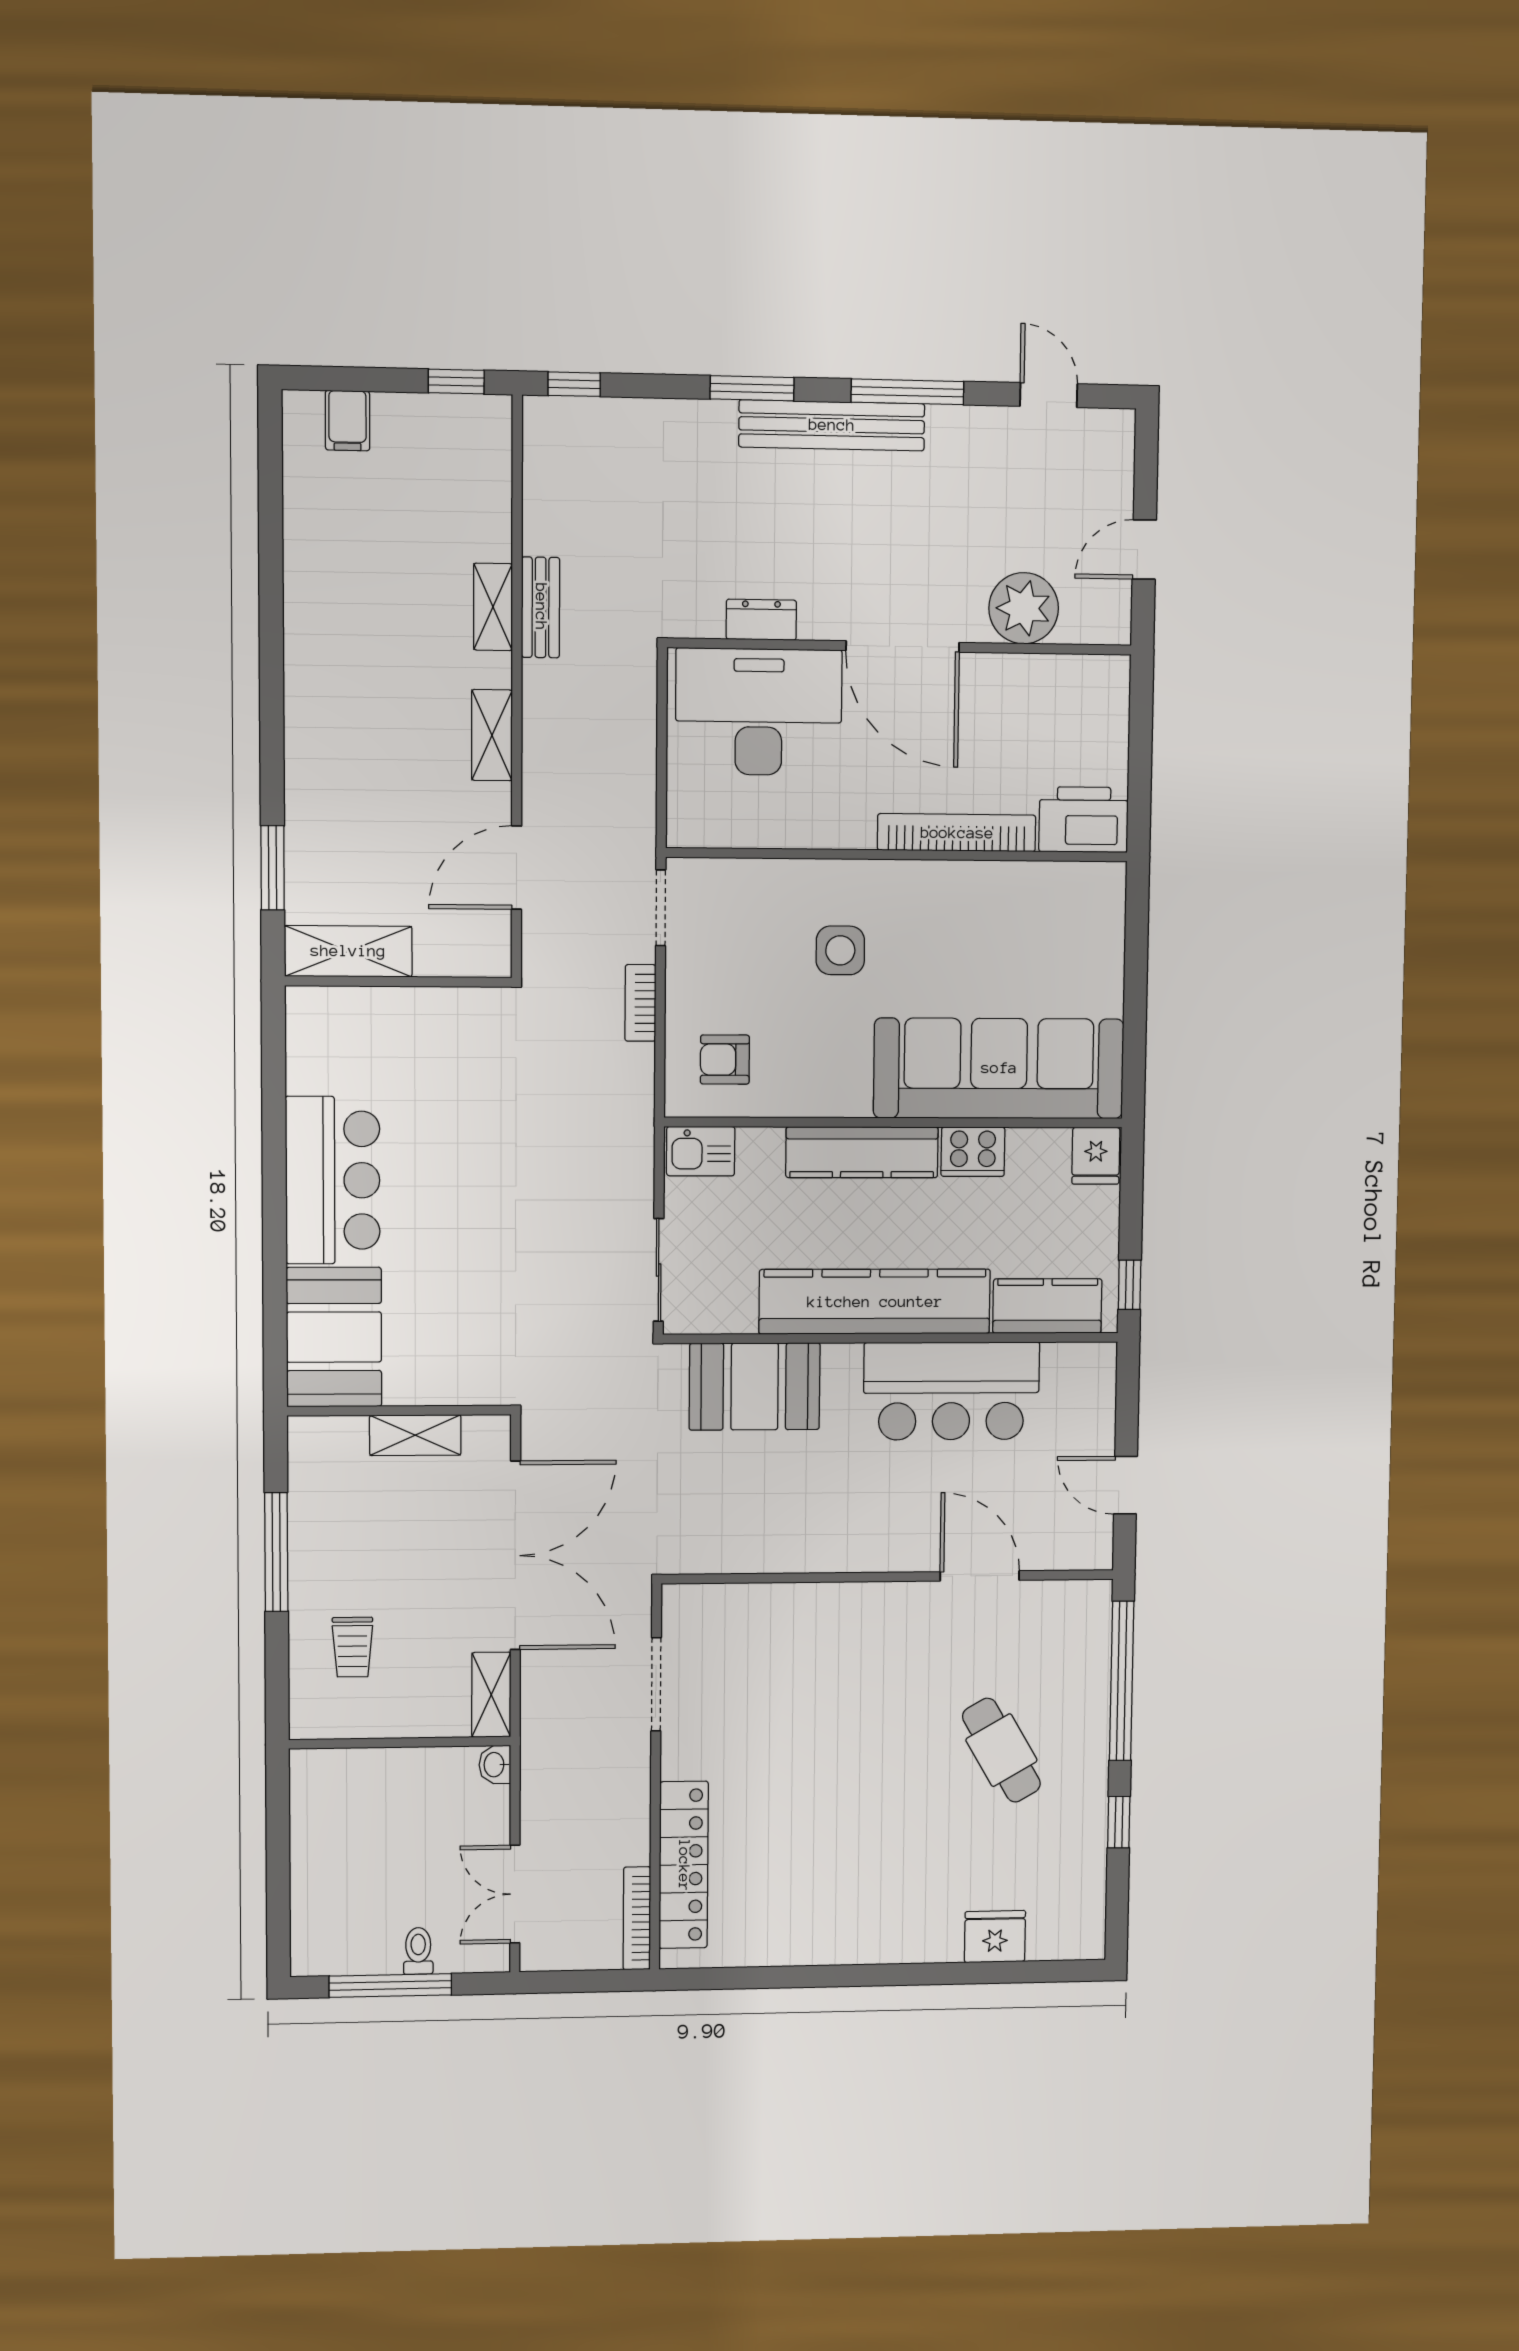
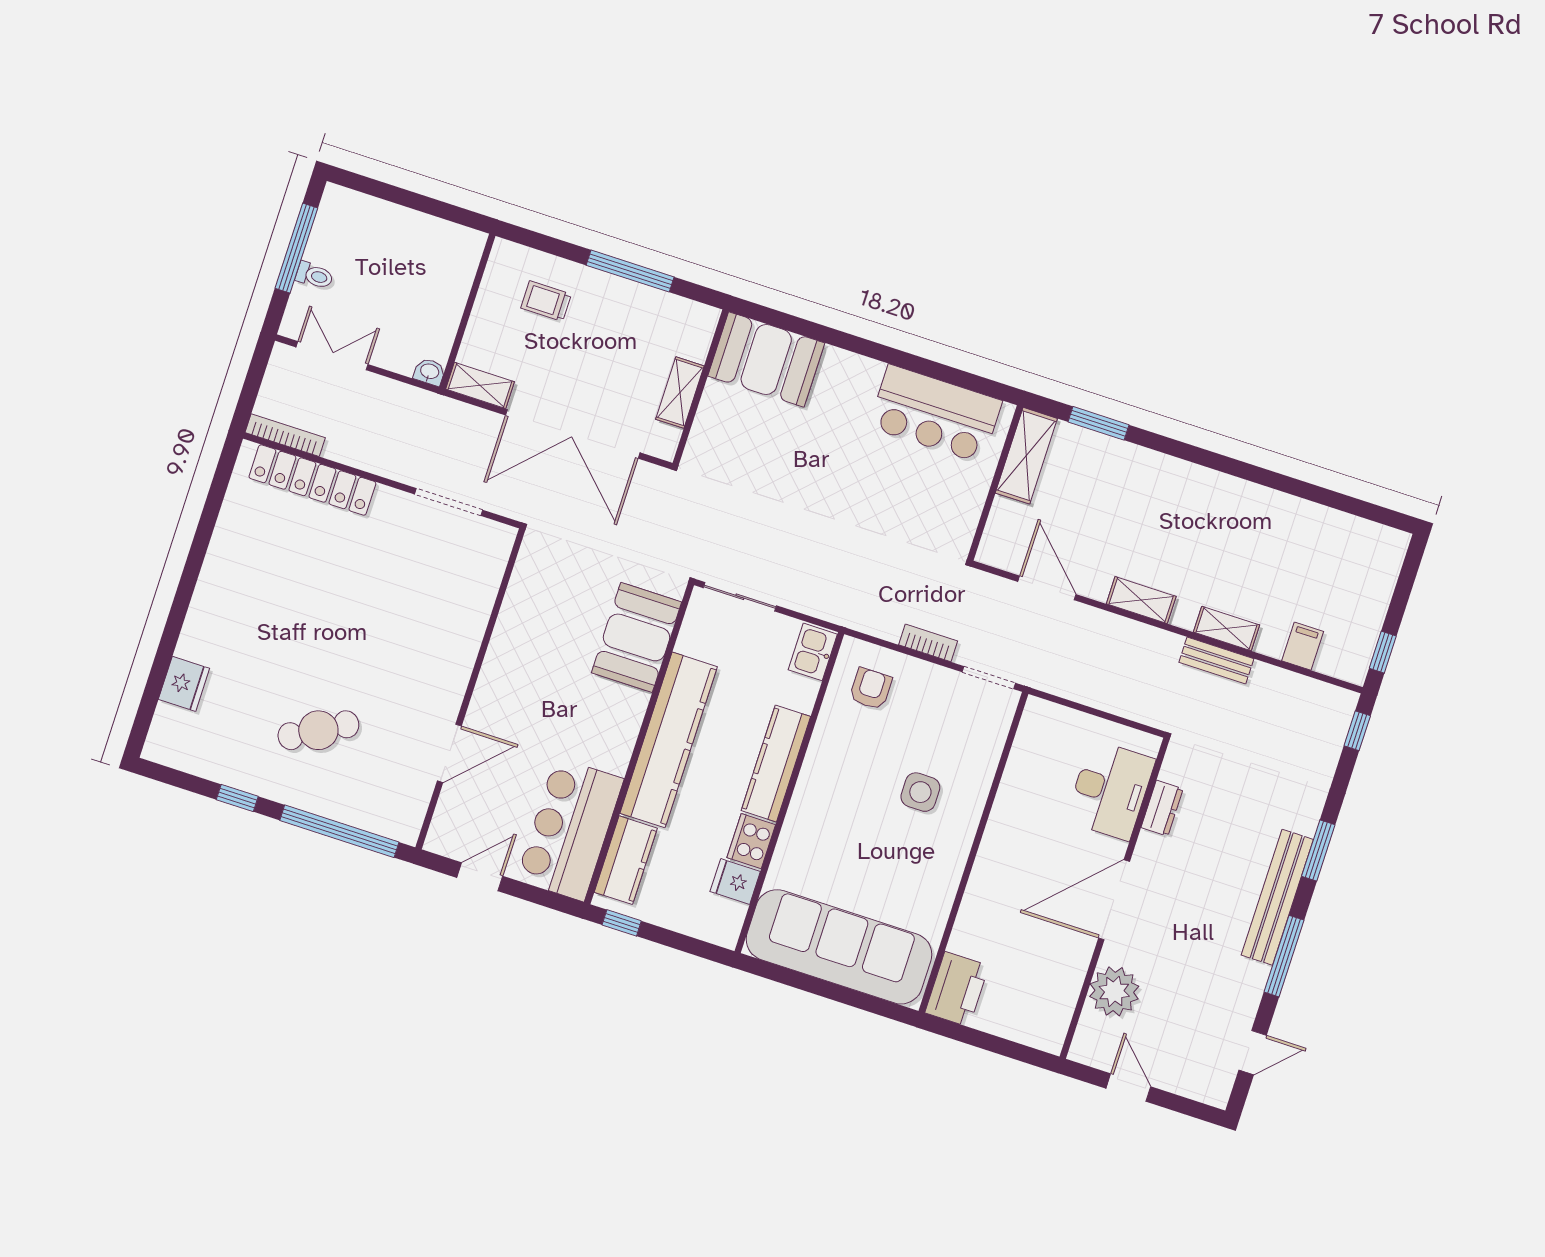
filing cabinet: (347, 421) -> (1303, 646), moved, turned 90
desk: (759, 712) -> (1110, 790), width x0.73, depth x0.77
bookcase: (957, 833) -> (976, 898), removed
sofa: (999, 1068) -> (839, 947), moved, turned -90
fridge: (1096, 1156) -> (735, 882), moved
bar counter: (333, 1180) -> (935, 414), moved
bar counter: (951, 1391) -> (570, 829), moved

